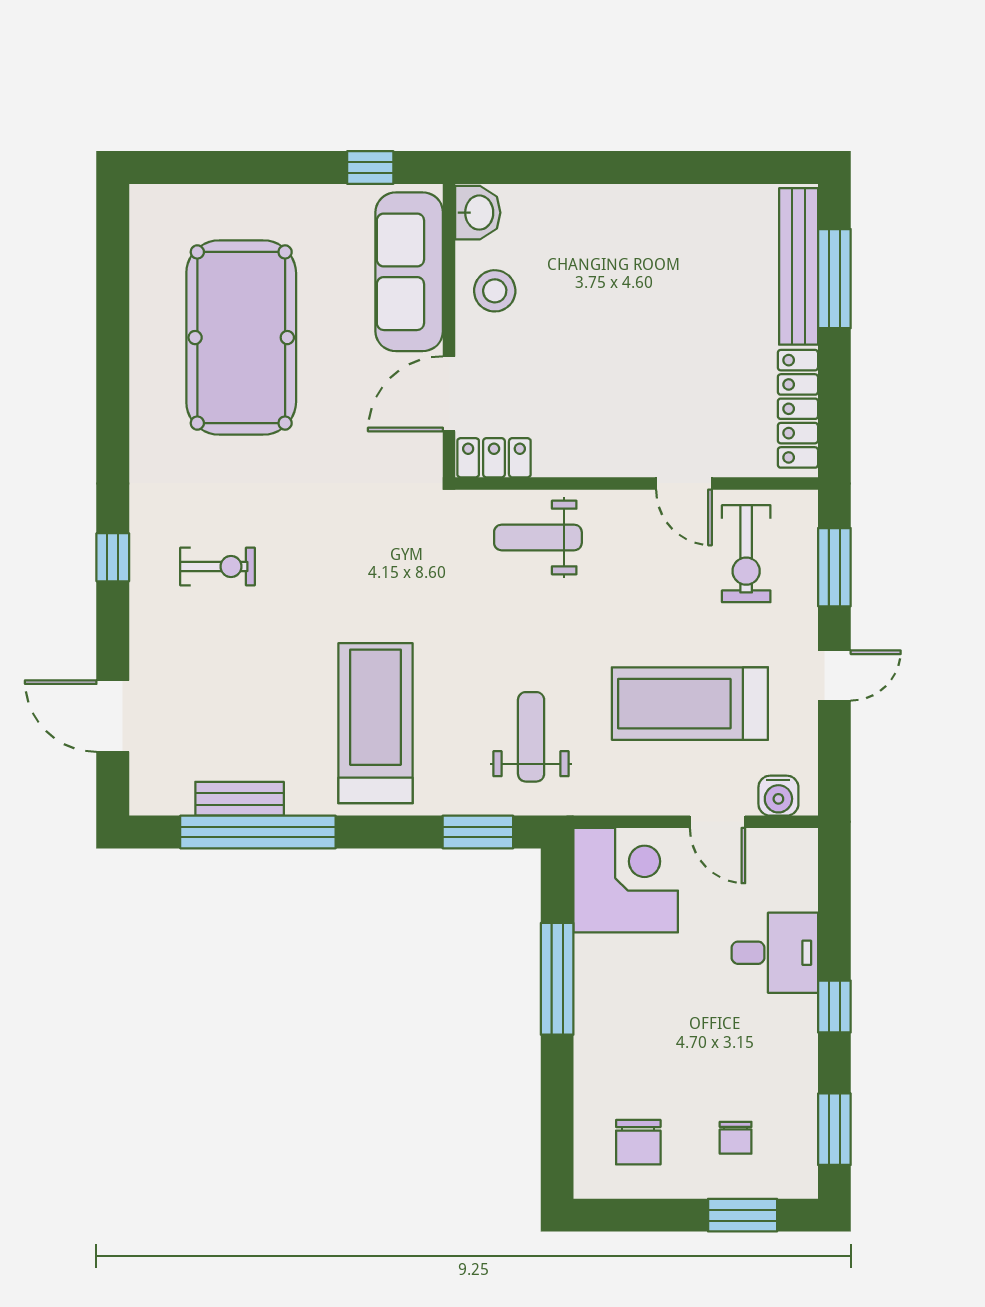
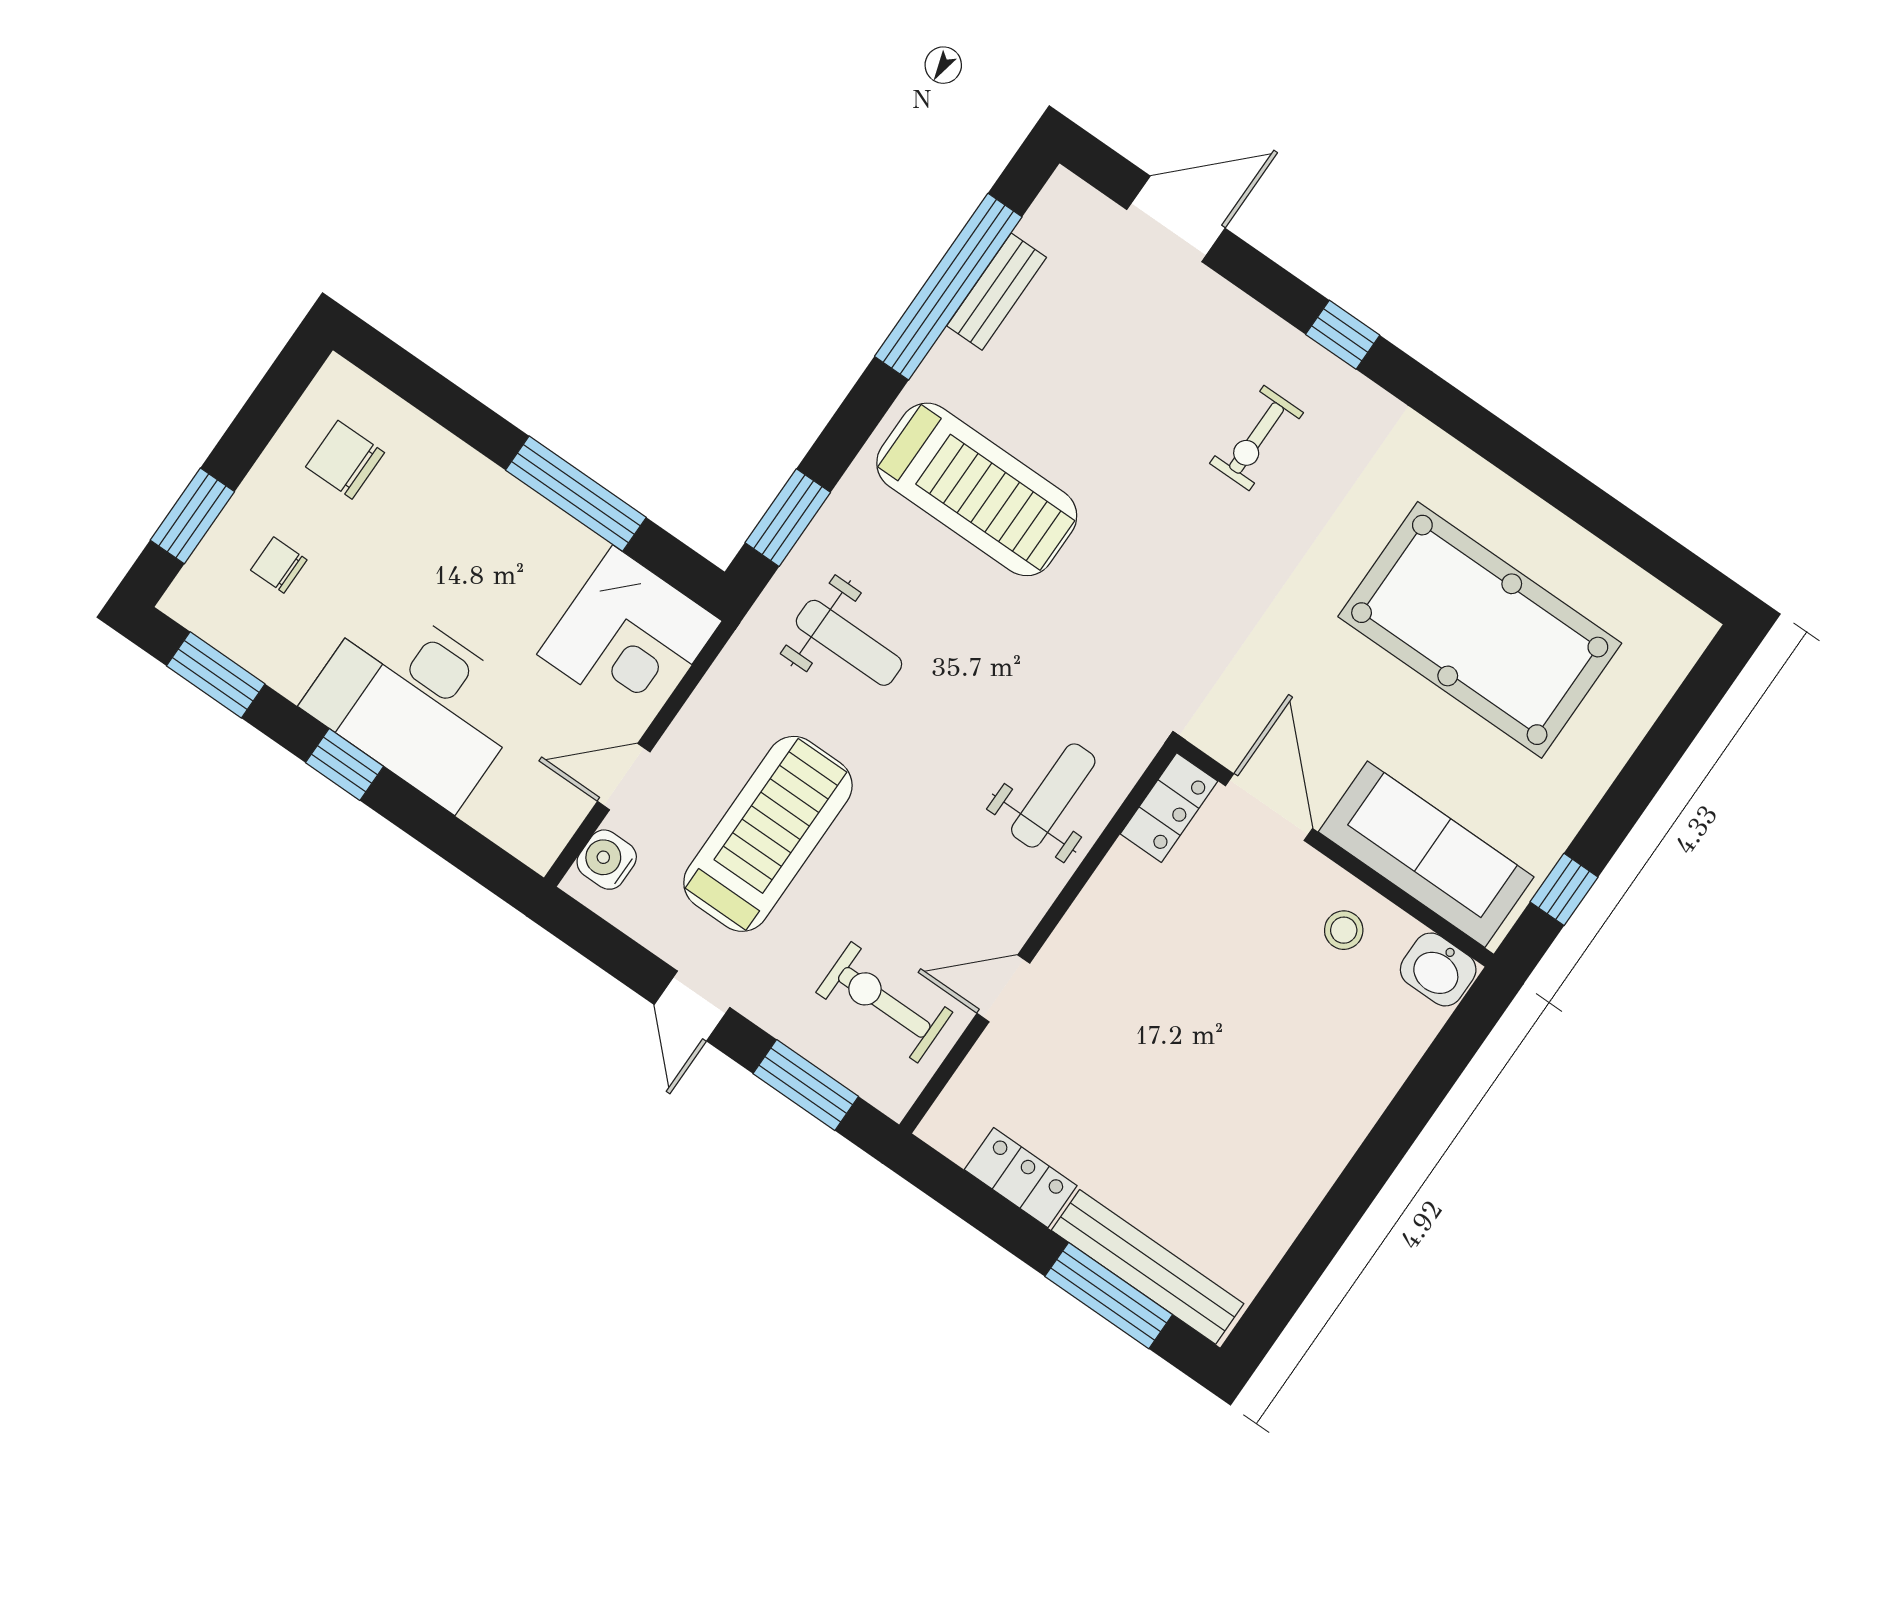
stool: (495, 291) -> (1344, 930), width x0.73, depth x0.73
locker: (798, 409) -> (1021, 1178), width x0.66
desk: (775, 953) -> (417, 702), width x1.87, depth x1.30

